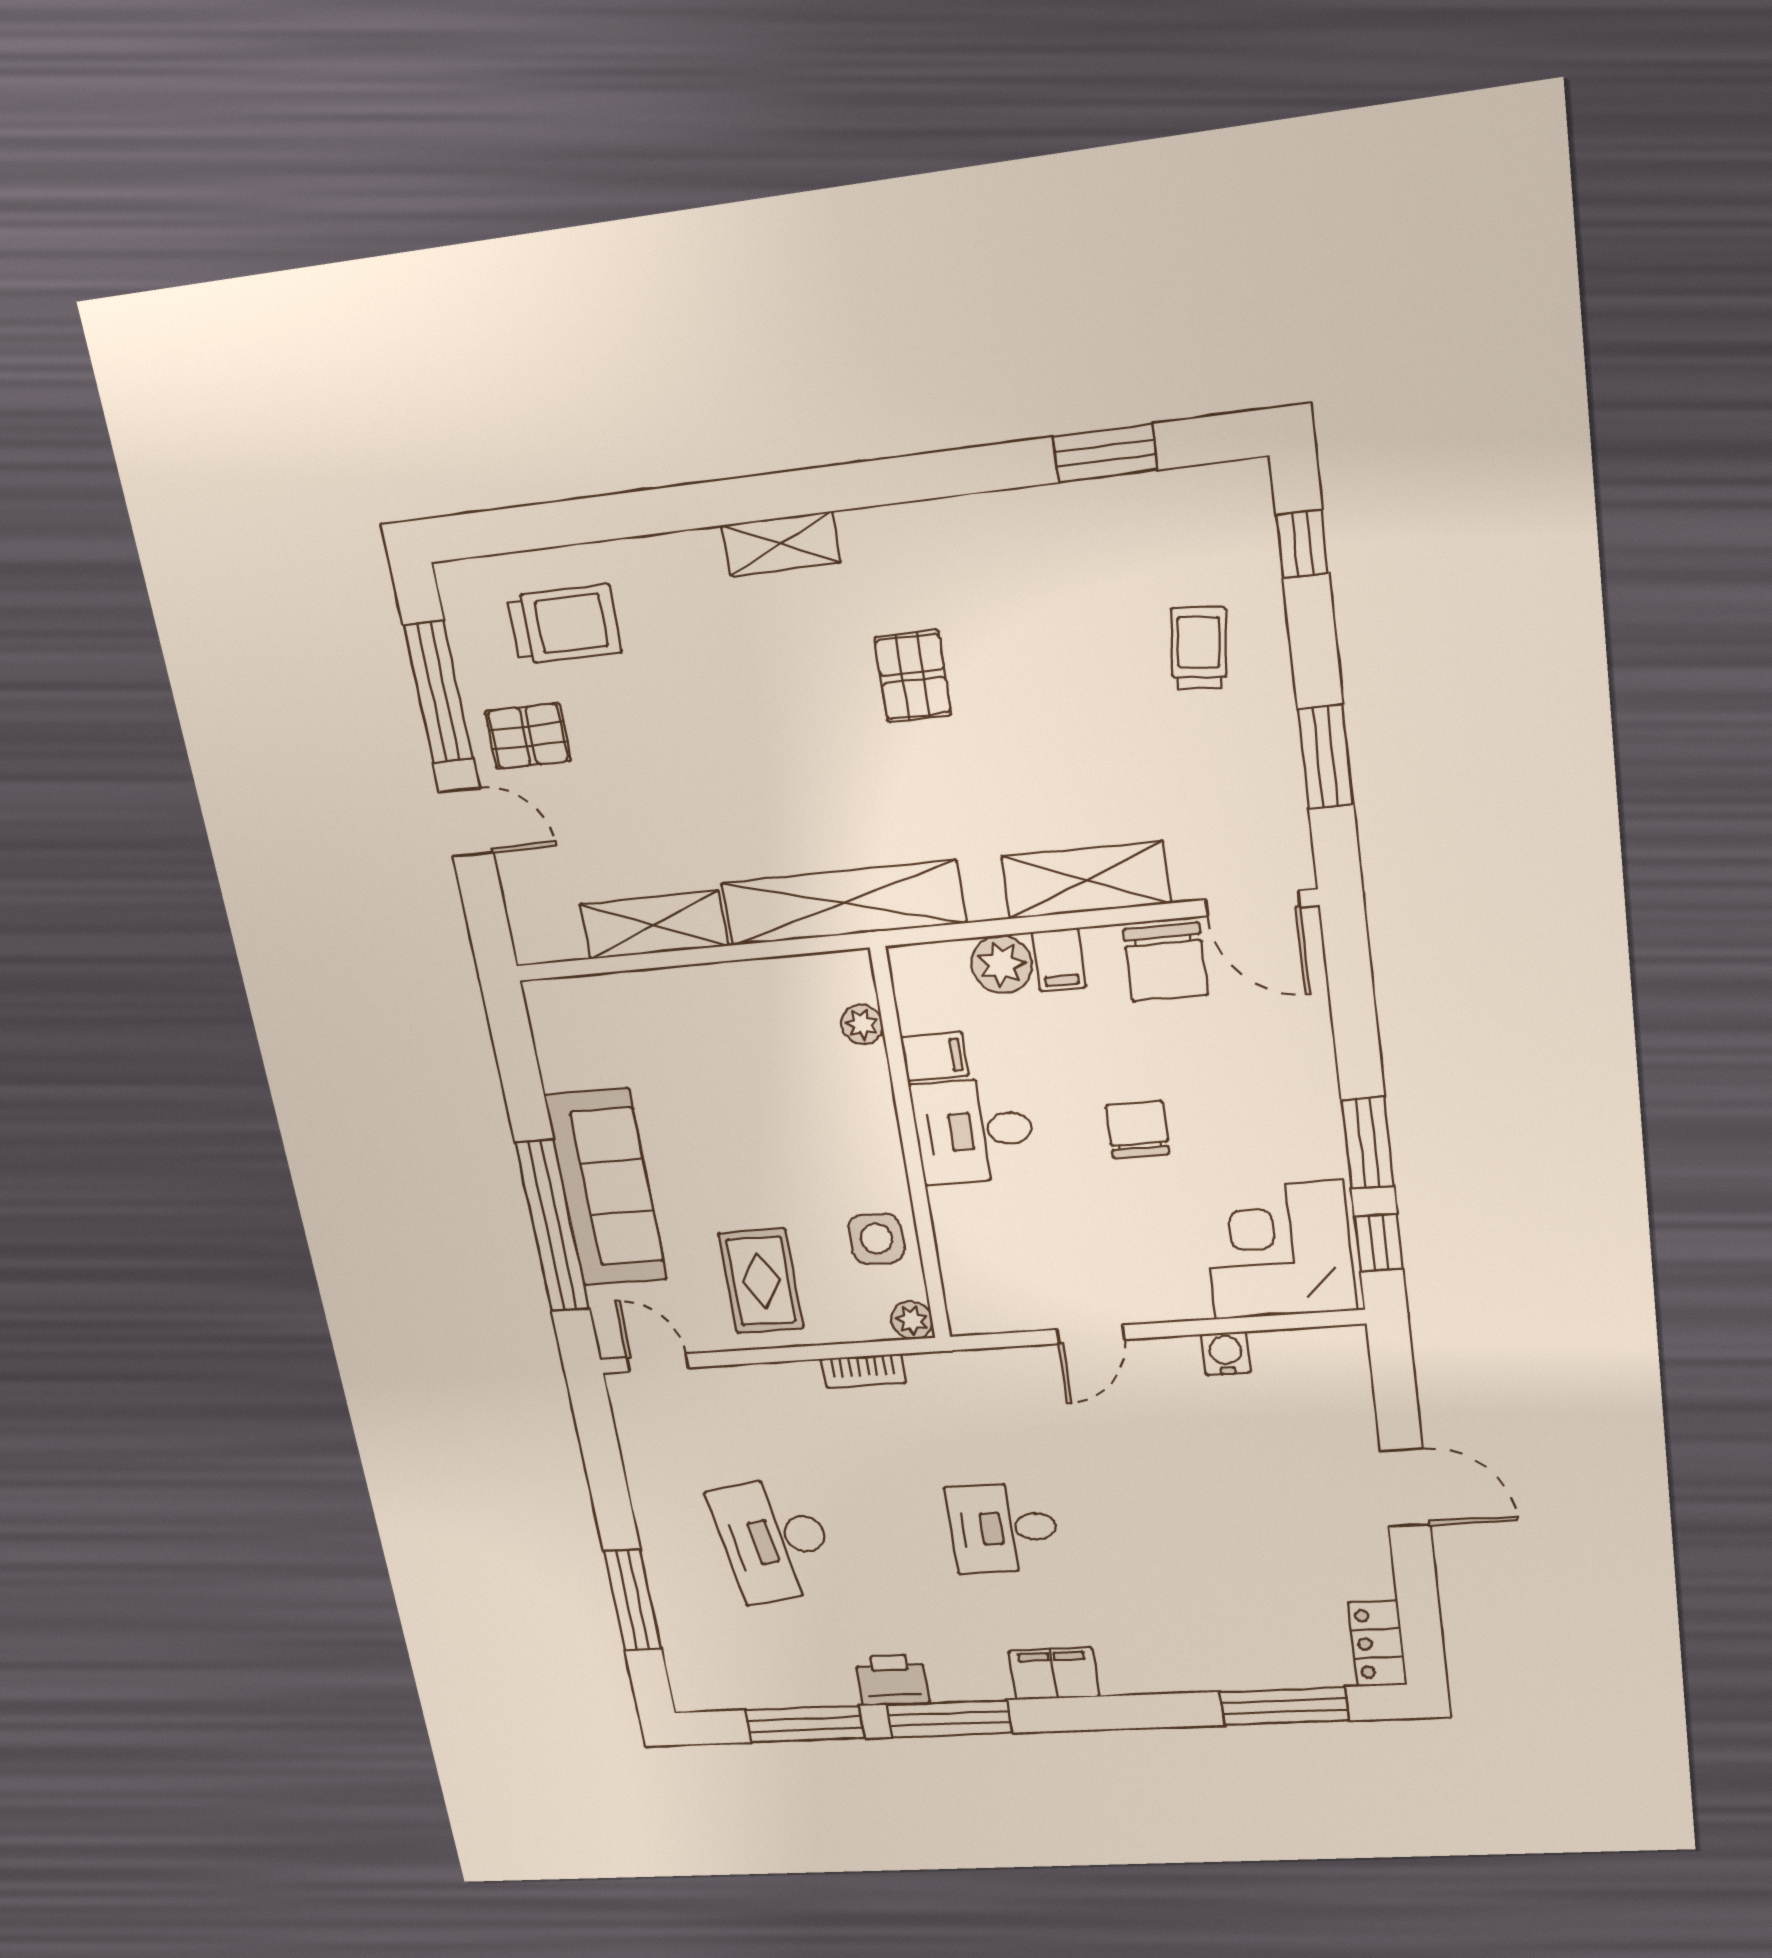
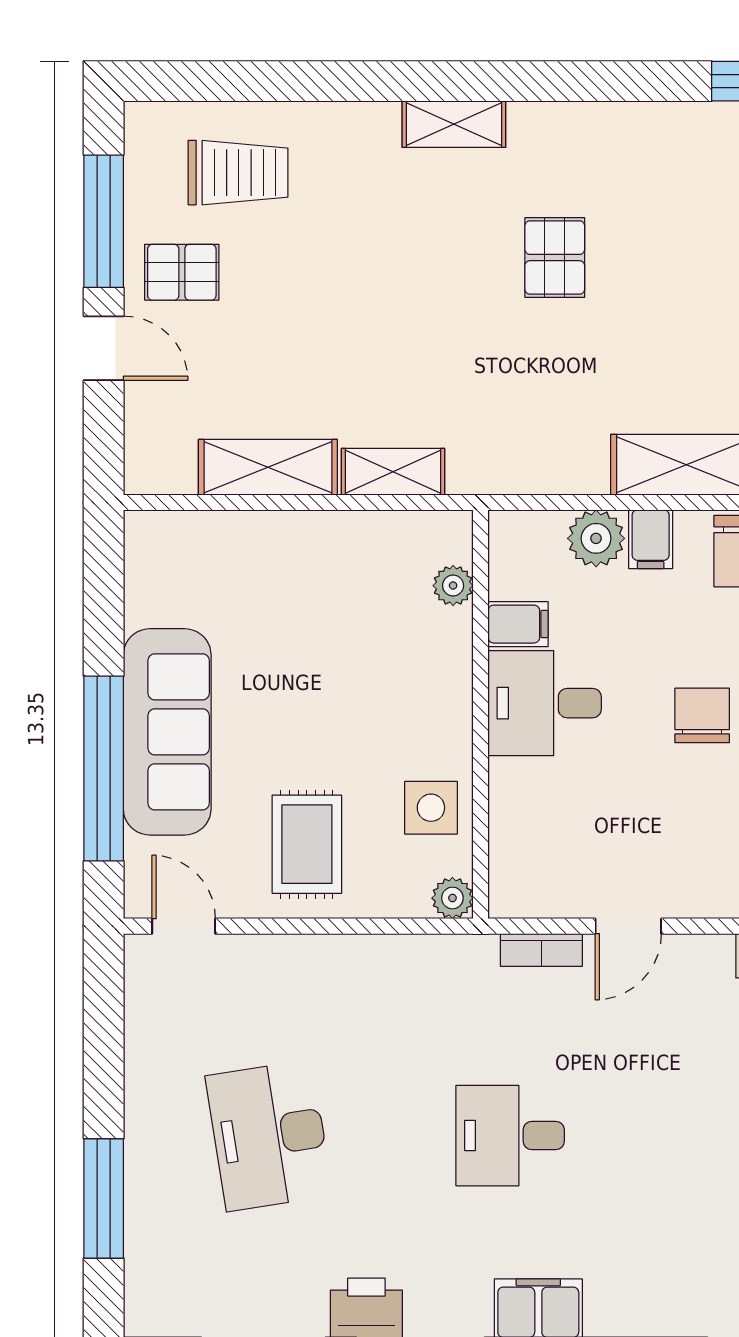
shelving: (843, 903) -> (393, 472), width x0.45, depth x0.75
bookcase: (864, 1371) -> (541, 950), moved

